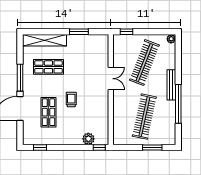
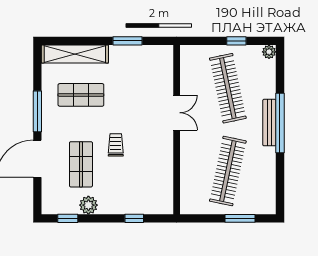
window: (127, 32) -> (236, 41), moved
clothes rail: (144, 63) -> (228, 88), turned -33
window: (178, 104) -> (280, 123), moved
plant: (88, 139) -> (88, 205), moved
window: (99, 147) -> (134, 218), moved

